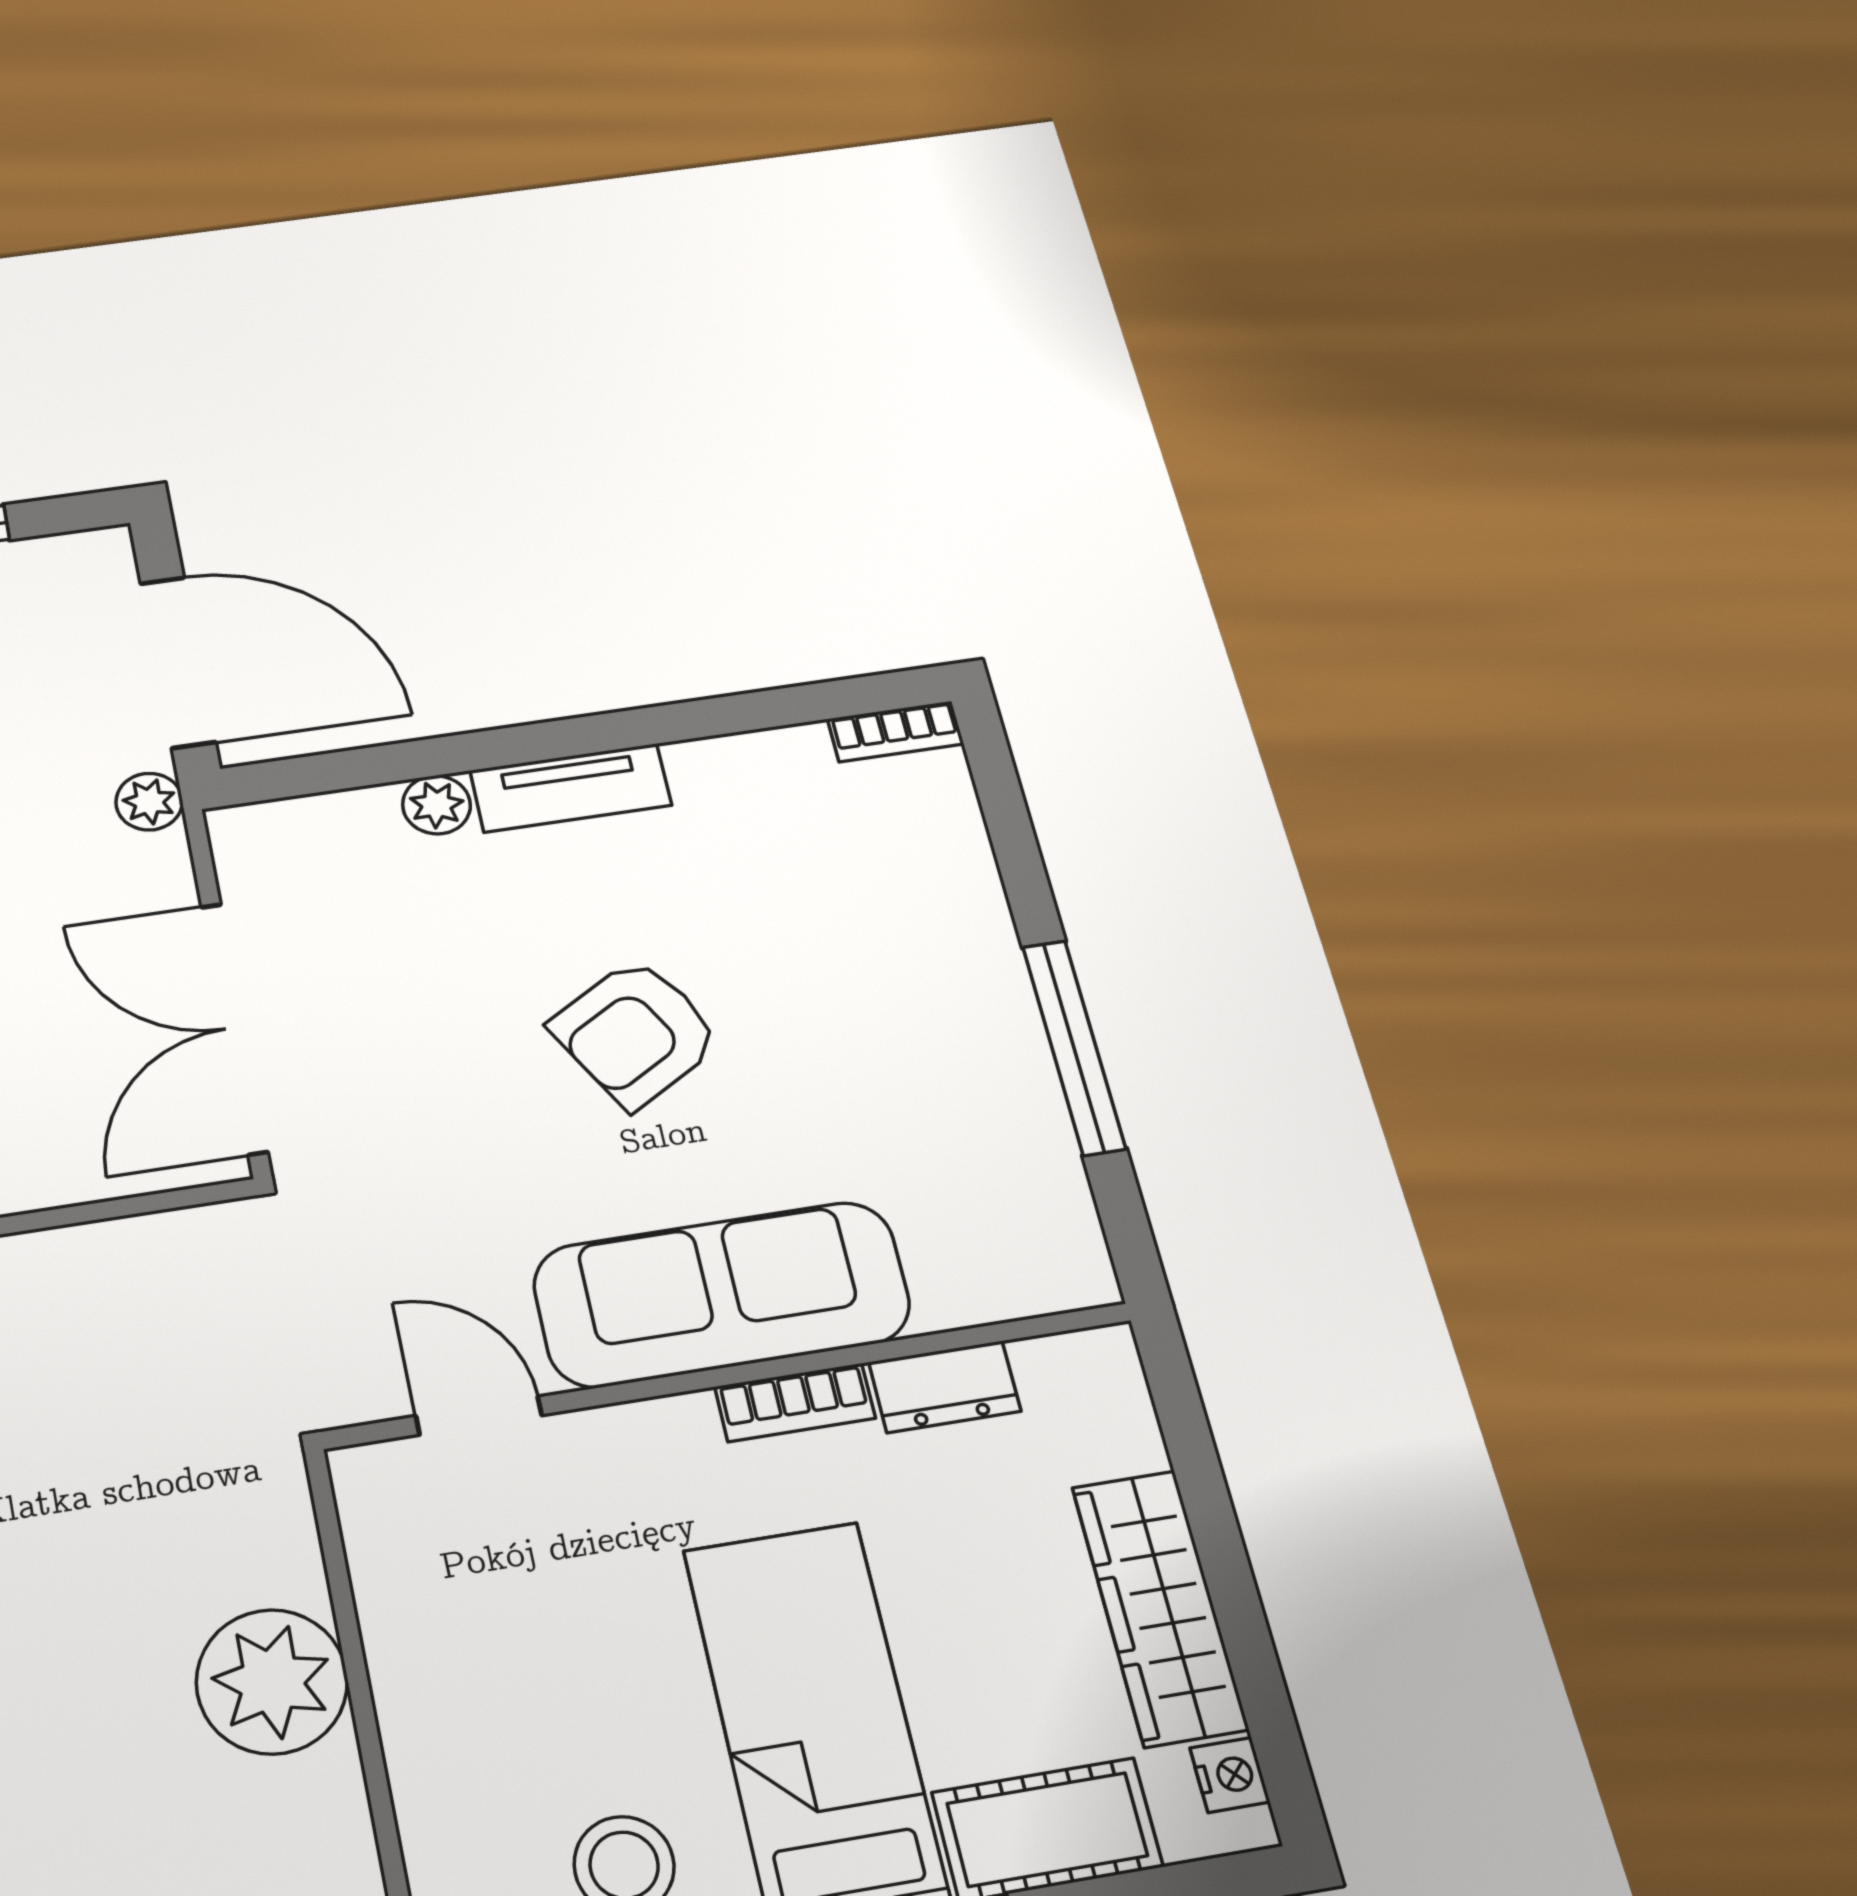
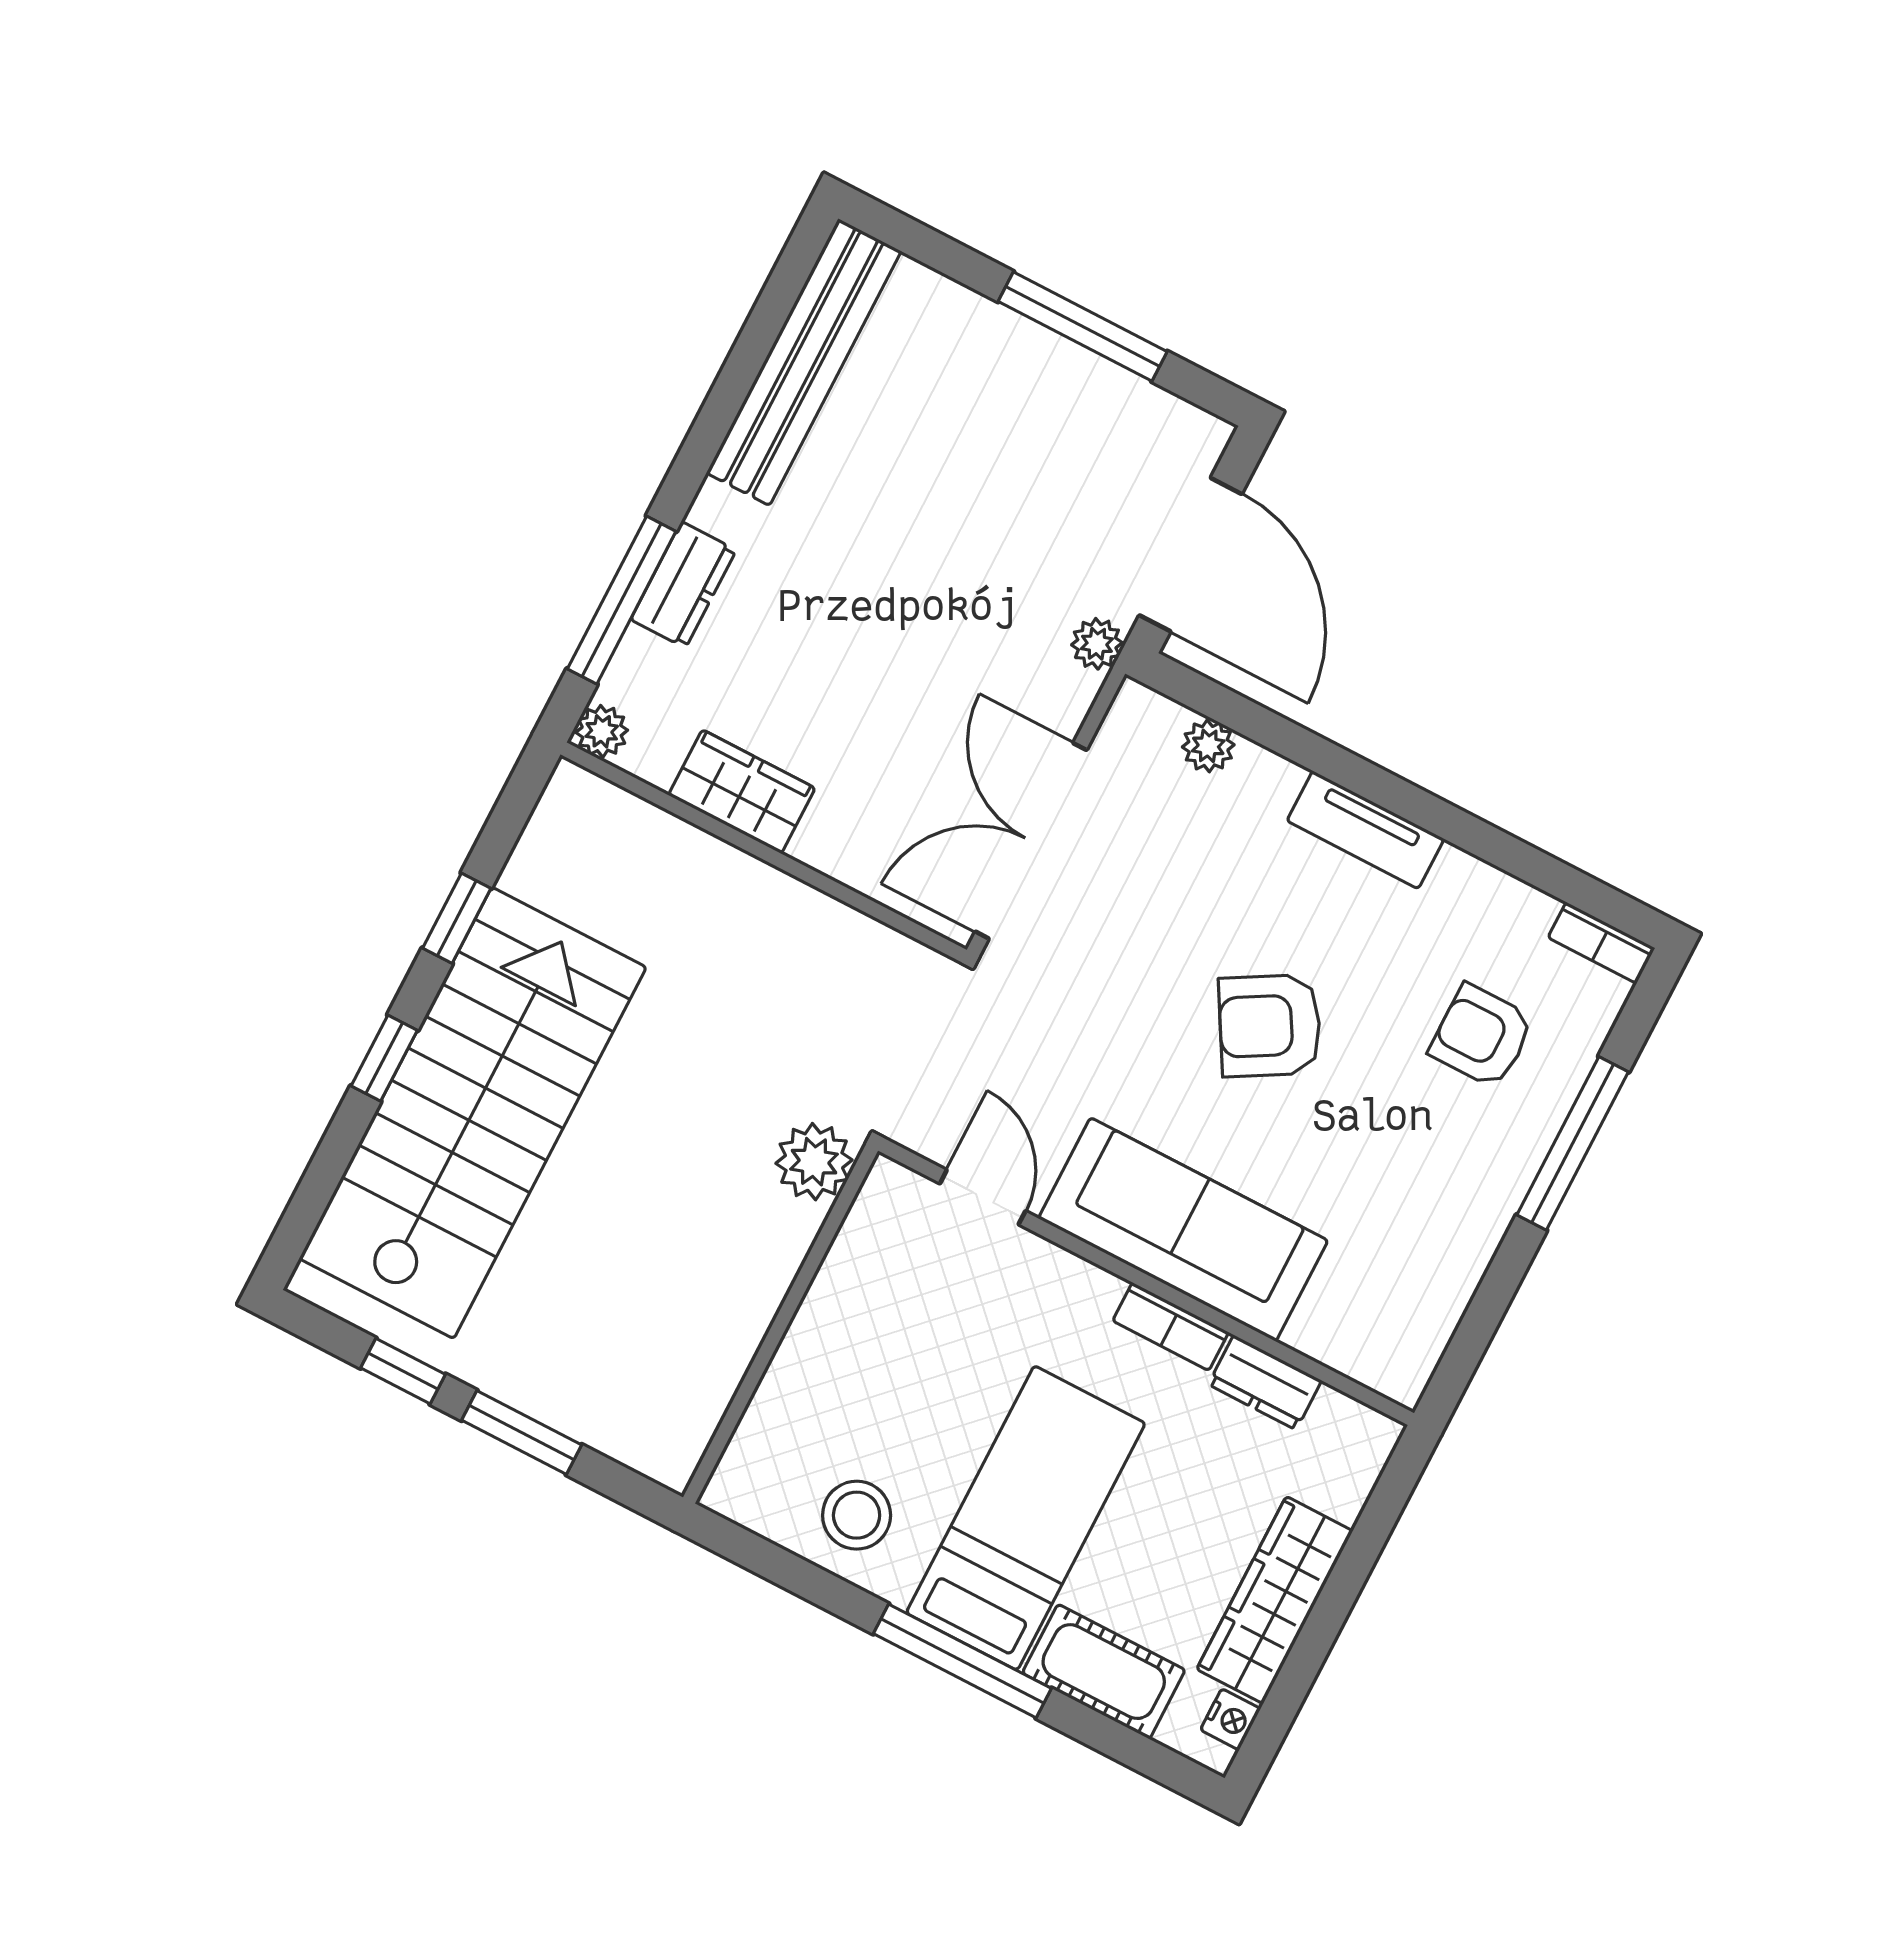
plant: (437, 805) -> (1208, 746), moved
armchair: (858, 895) -> (1482, 1036), added
window: (1074, 1047) -> (1573, 1143), moved
plant: (272, 1682) -> (814, 1162), moved, width x0.73, depth x0.73

